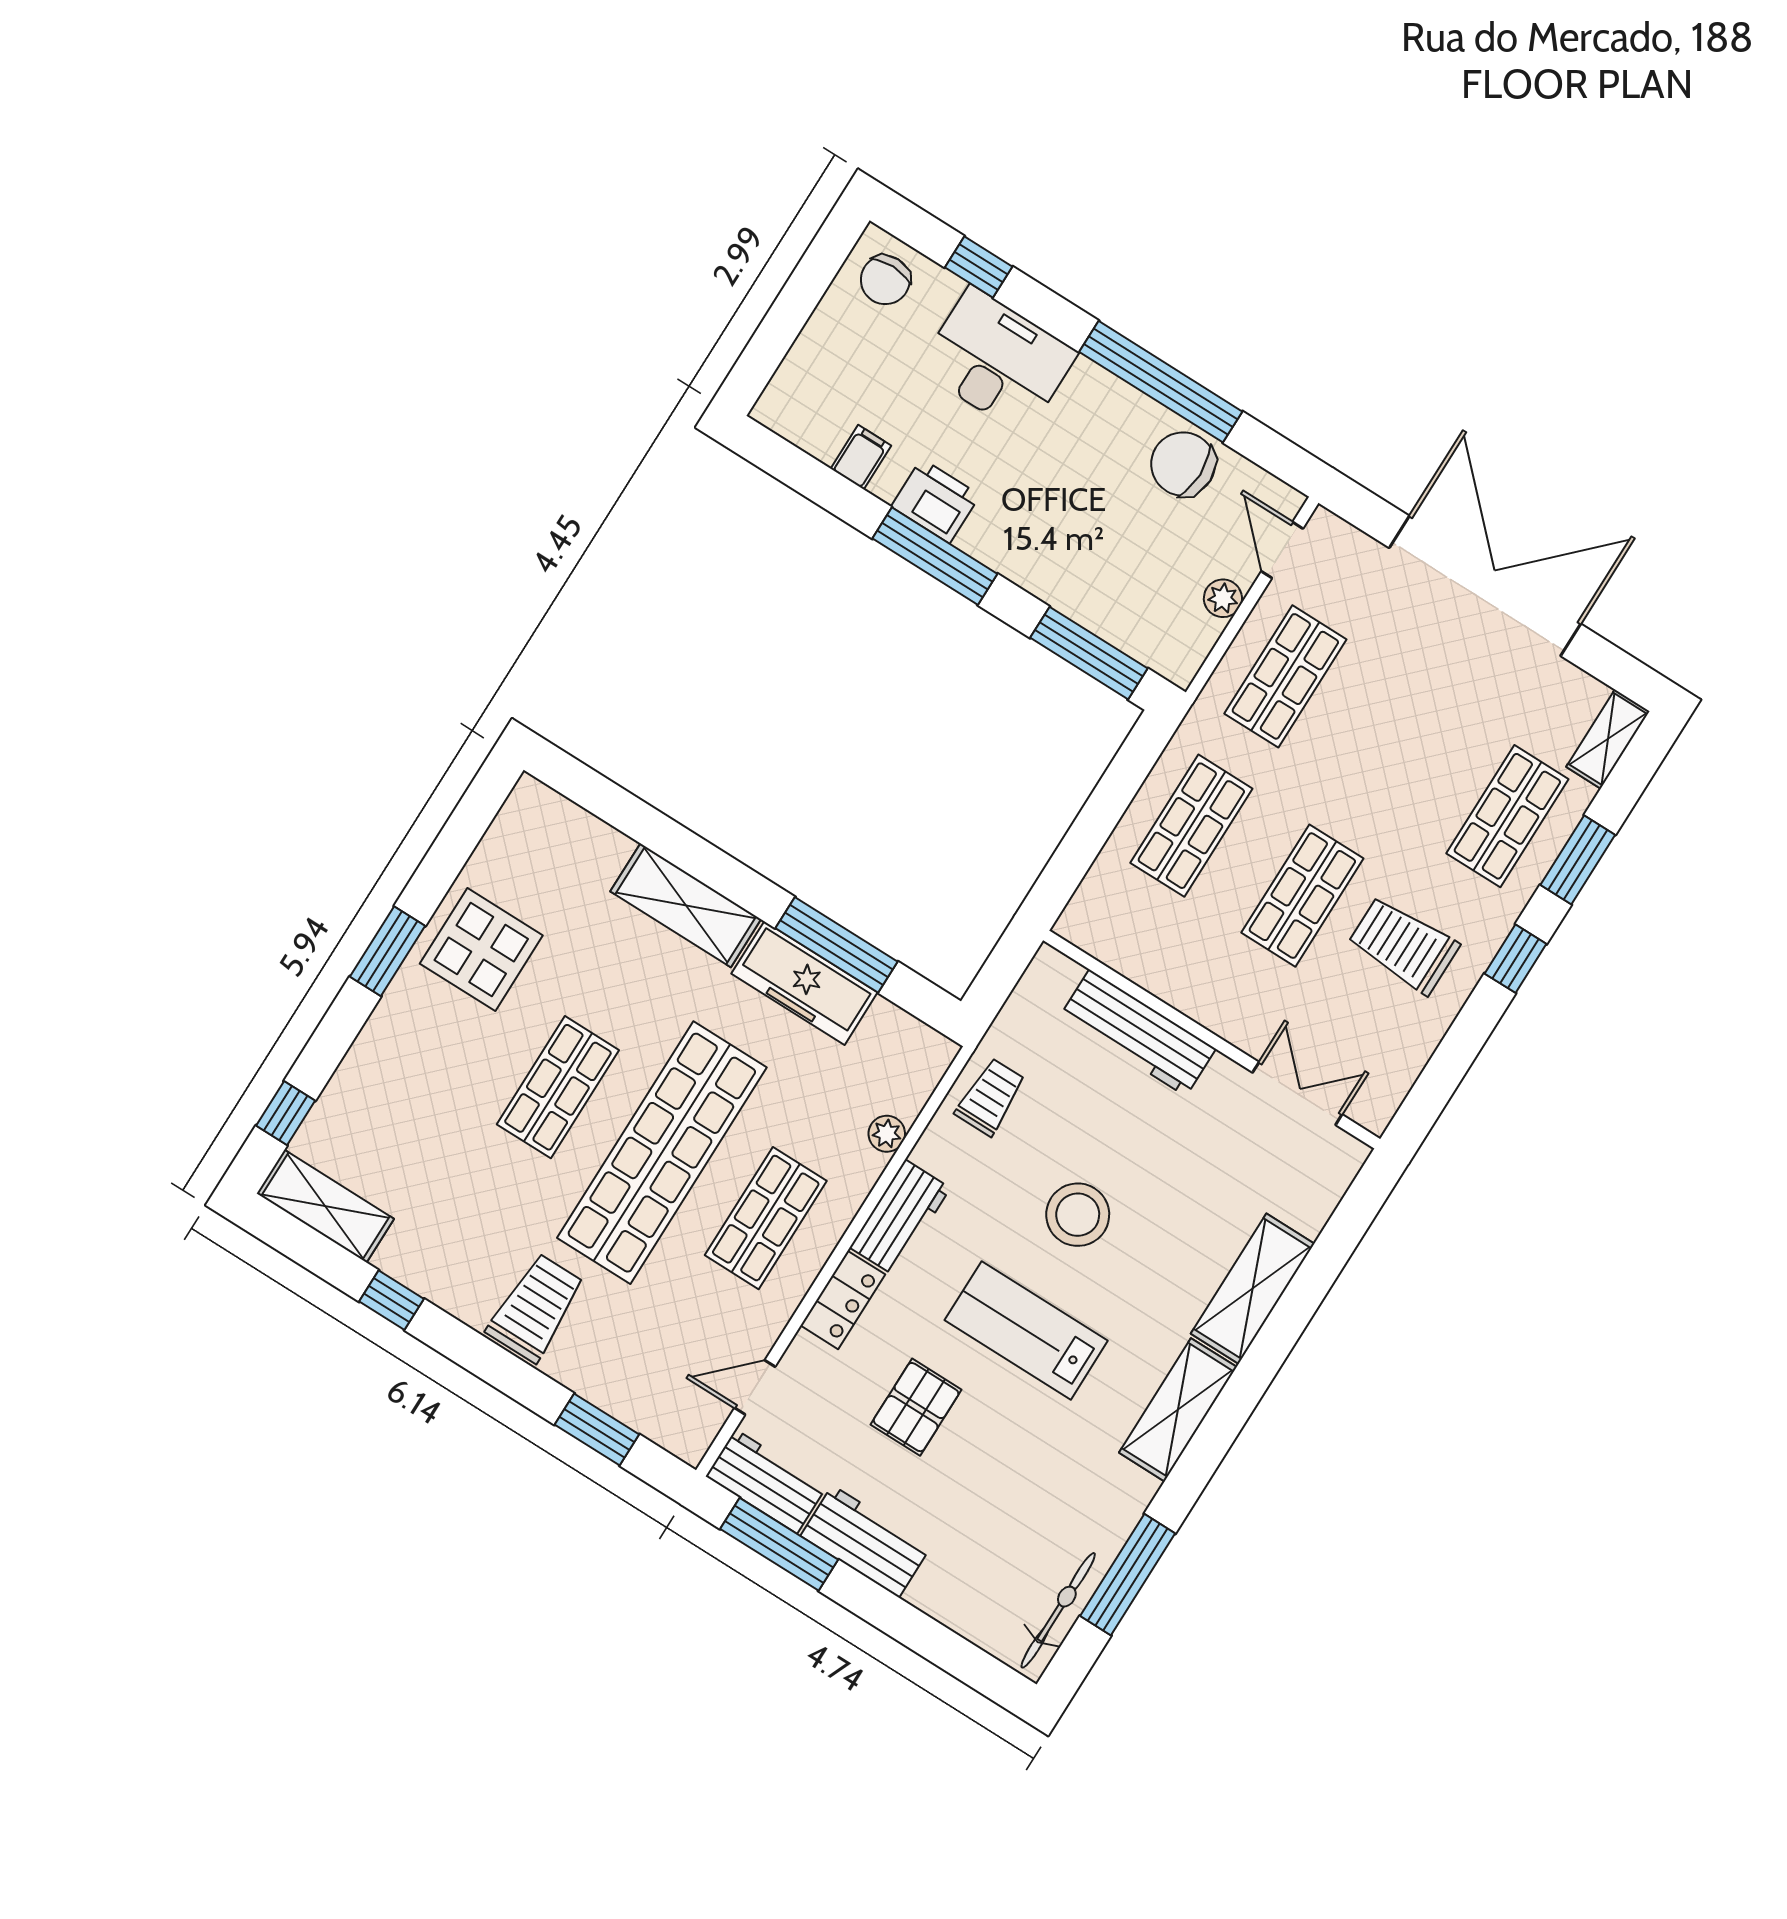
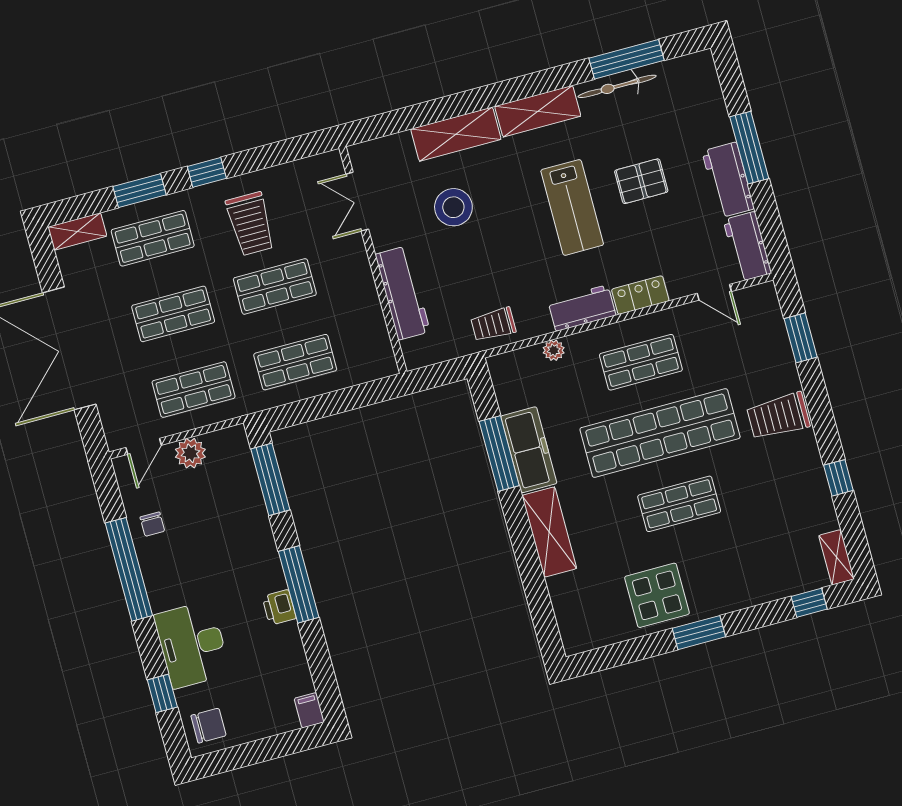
filing cabinet: (861, 457) -> (309, 710), moved, turned 90
chair: (1183, 464) -> (152, 524), width x0.54, depth x0.54
printer: (936, 501) -> (279, 607), width x0.73, depth x0.81
plant: (1223, 598) -> (190, 453), width x1.38, depth x1.38
shop shelf: (1396, 746) -> (173, 314), added
shelving: (325, 1206) -> (836, 557), width x0.67, depth x0.75
stool: (1078, 1215) -> (453, 207), moved
pallet: (916, 1407) -> (641, 181), moved
window: (779, 1544) -> (749, 148), moved
bicycle: (1058, 1610) -> (617, 86), moved

